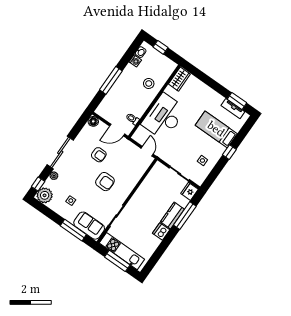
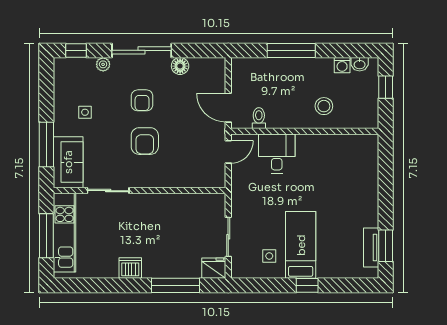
wardrobe: (179, 79) -> (360, 144), removed
desk: (164, 117) -> (277, 154), width x0.53, depth x0.77
floor lamp: (93, 121) -> (180, 66), moved
bed: (216, 129) -> (301, 245), moved
door: (147, 151) -> (228, 152), moved
armchair: (99, 155) -> (142, 100), moved
plant: (45, 195) -> (67, 71), removed
kitchen counter: (172, 215) -> (164, 268), removed

